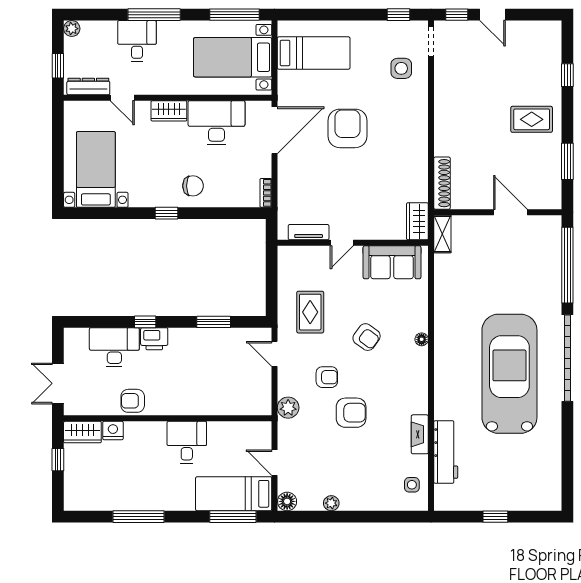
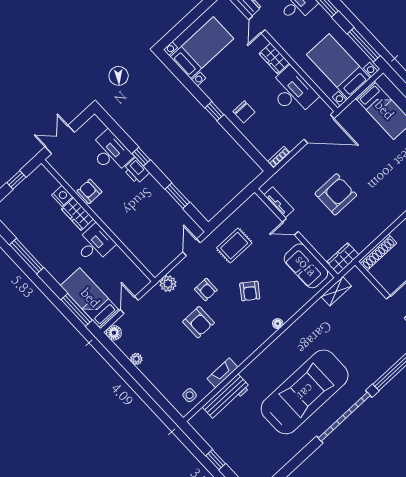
armchair: (347, 128) -> (336, 194), moved
shelving: (442, 234) -> (336, 291), moved
wardrobe: (82, 432) -> (77, 214), moved

